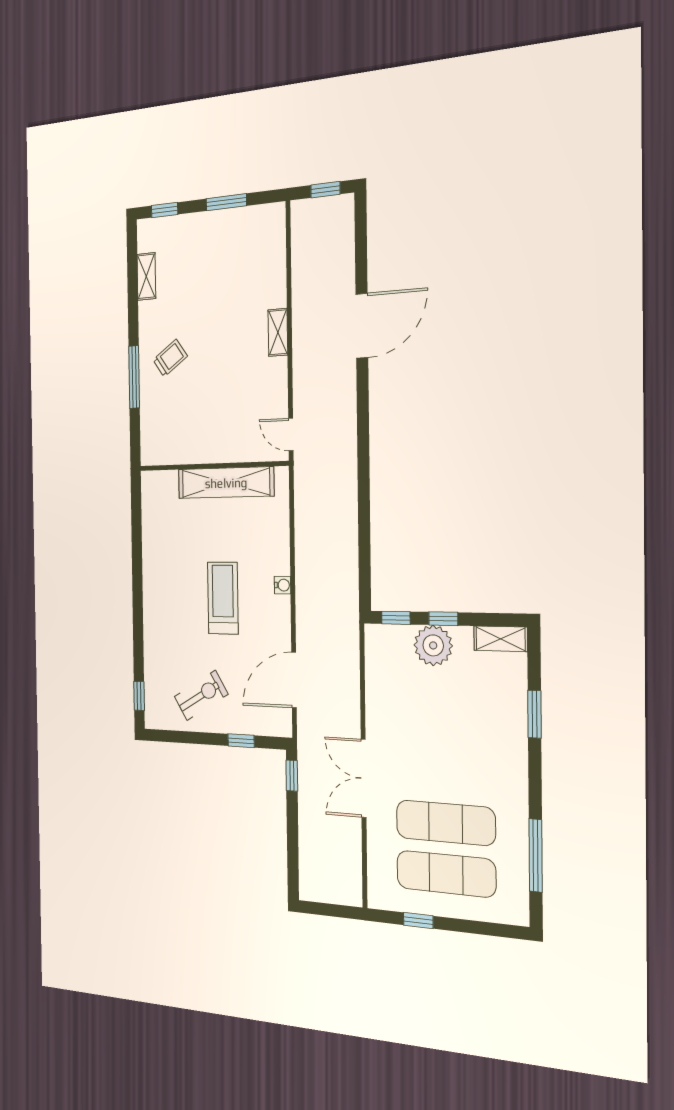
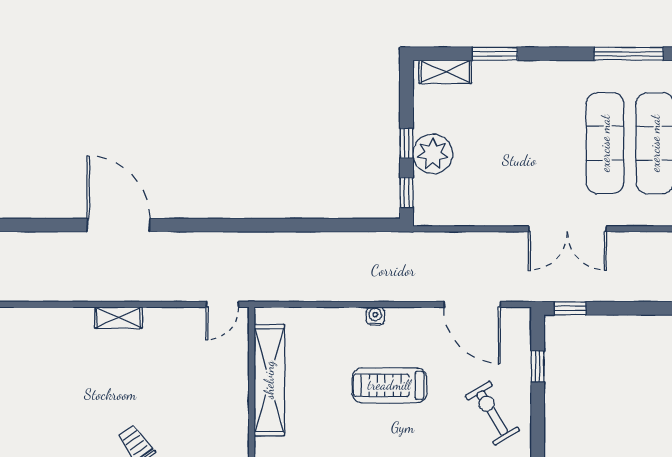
shelving: (501, 639) -> (445, 72), moved, turned 90

